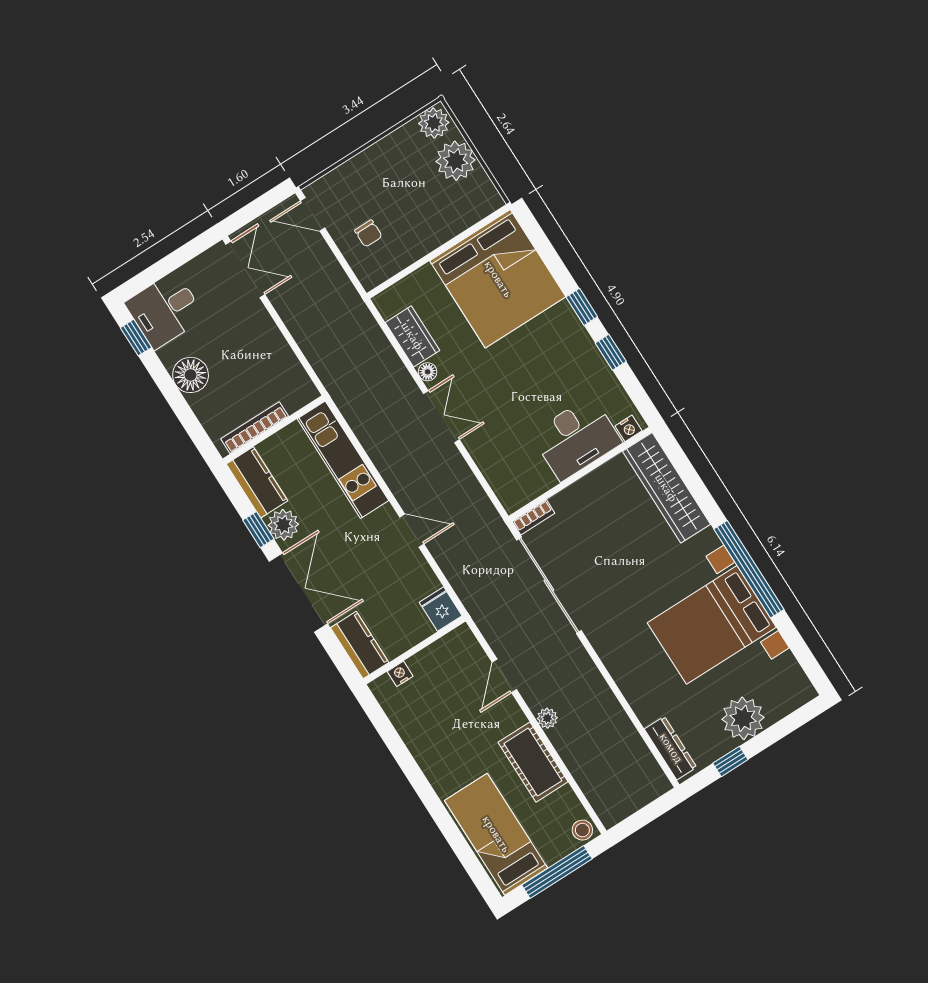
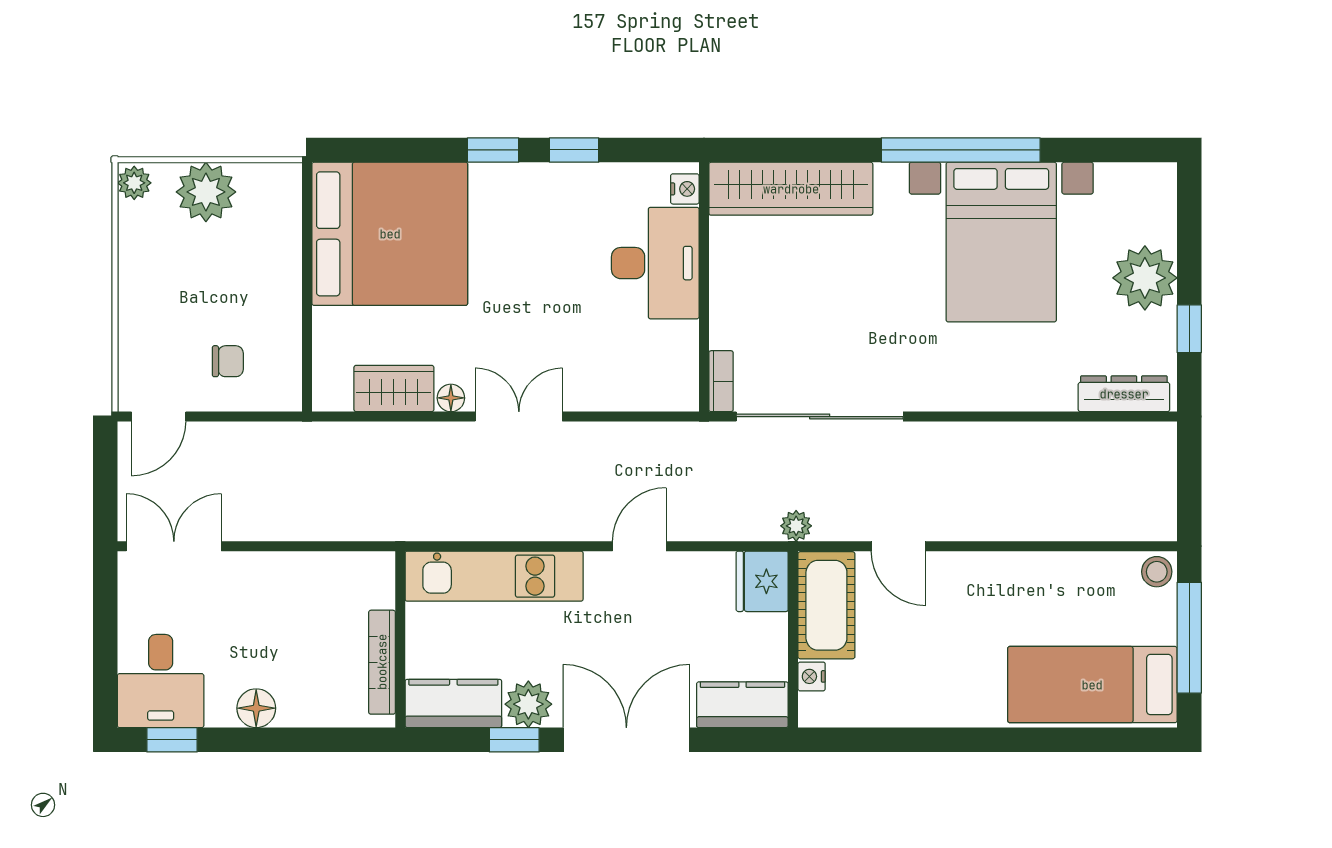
plant: (434, 123) -> (134, 183), width x0.73, depth x0.73
floor lamp: (191, 375) -> (256, 708), width x0.73, depth x0.73
fridge: (441, 609) -> (762, 581), width x1.38
plant: (547, 718) -> (796, 526), moved
cot: (533, 762) -> (826, 605), moved, turned 90

